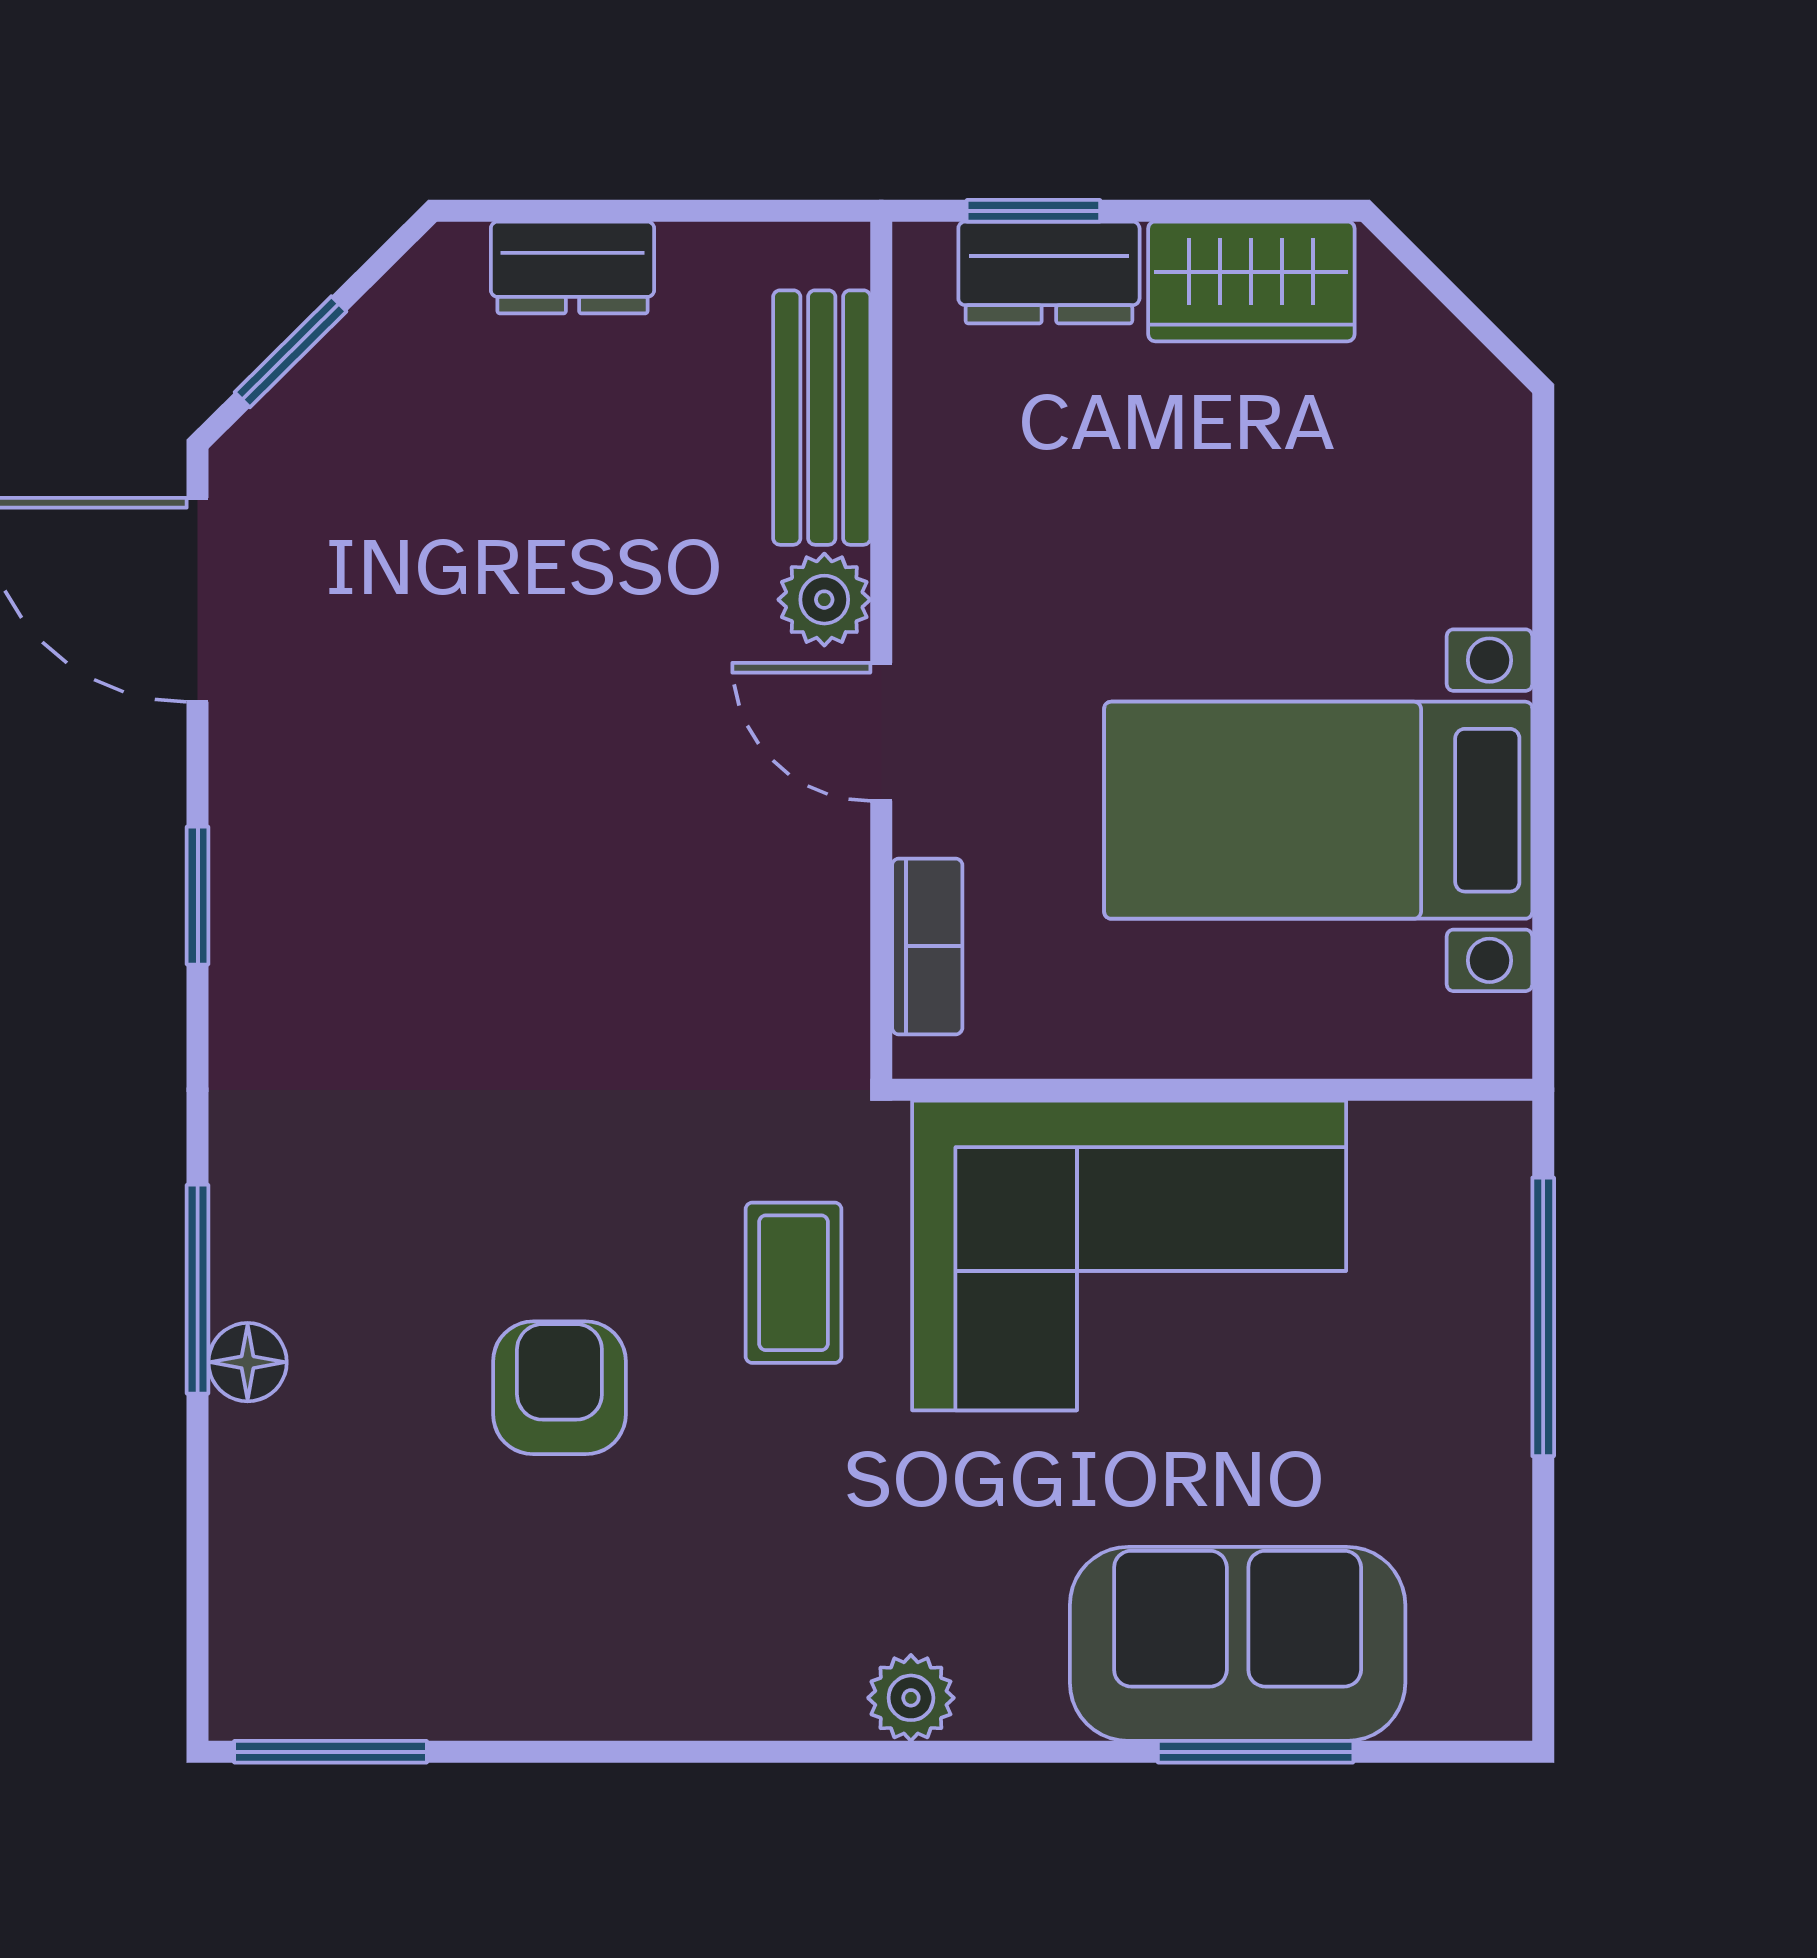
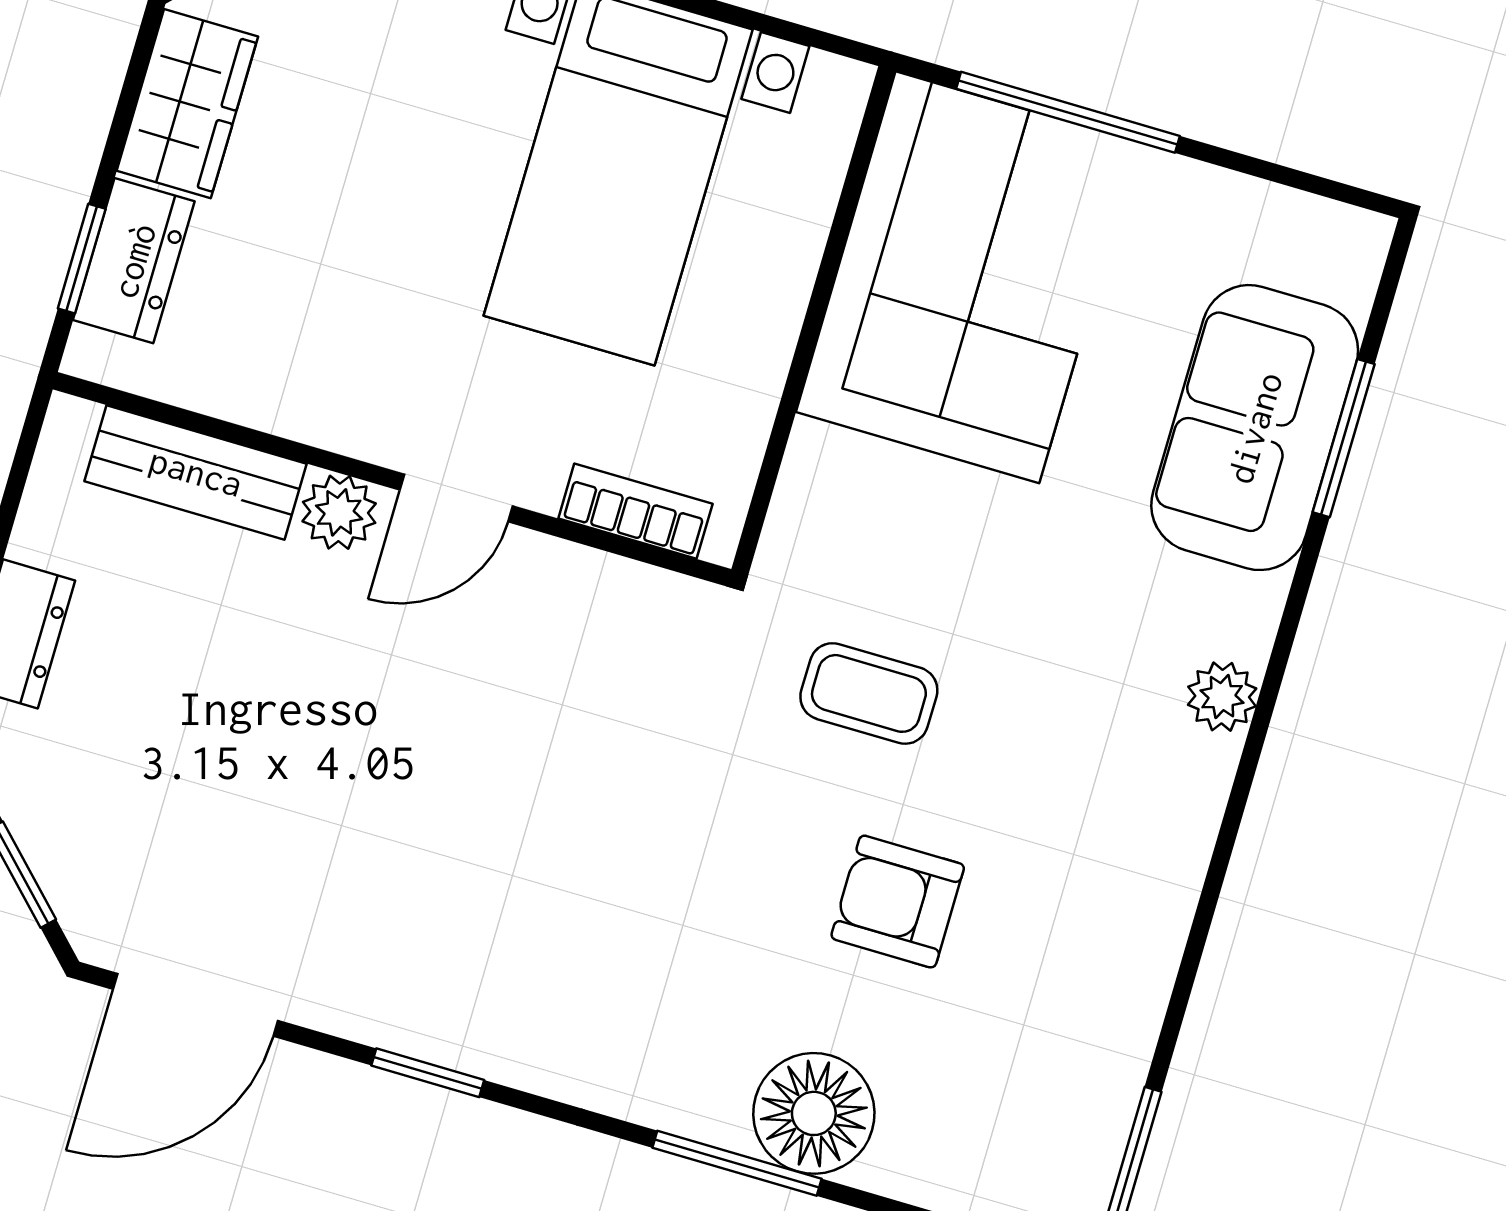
corner sofa: (1129, 1255) -> (967, 277), moved
floor lamp: (248, 1362) -> (814, 1113), width x1.89, depth x1.89

